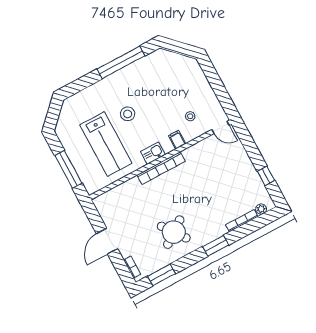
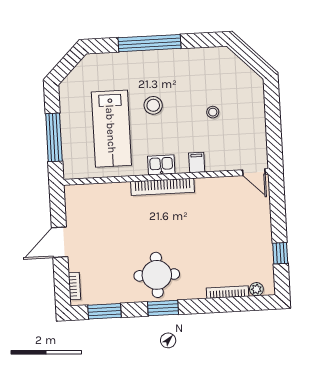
window: (121, 62) -> (150, 43), moved
stool: (190, 116) -> (213, 112), moved
round table: (174, 232) -> (157, 275), moved, turned 36
window: (216, 246) -> (163, 308), moved

